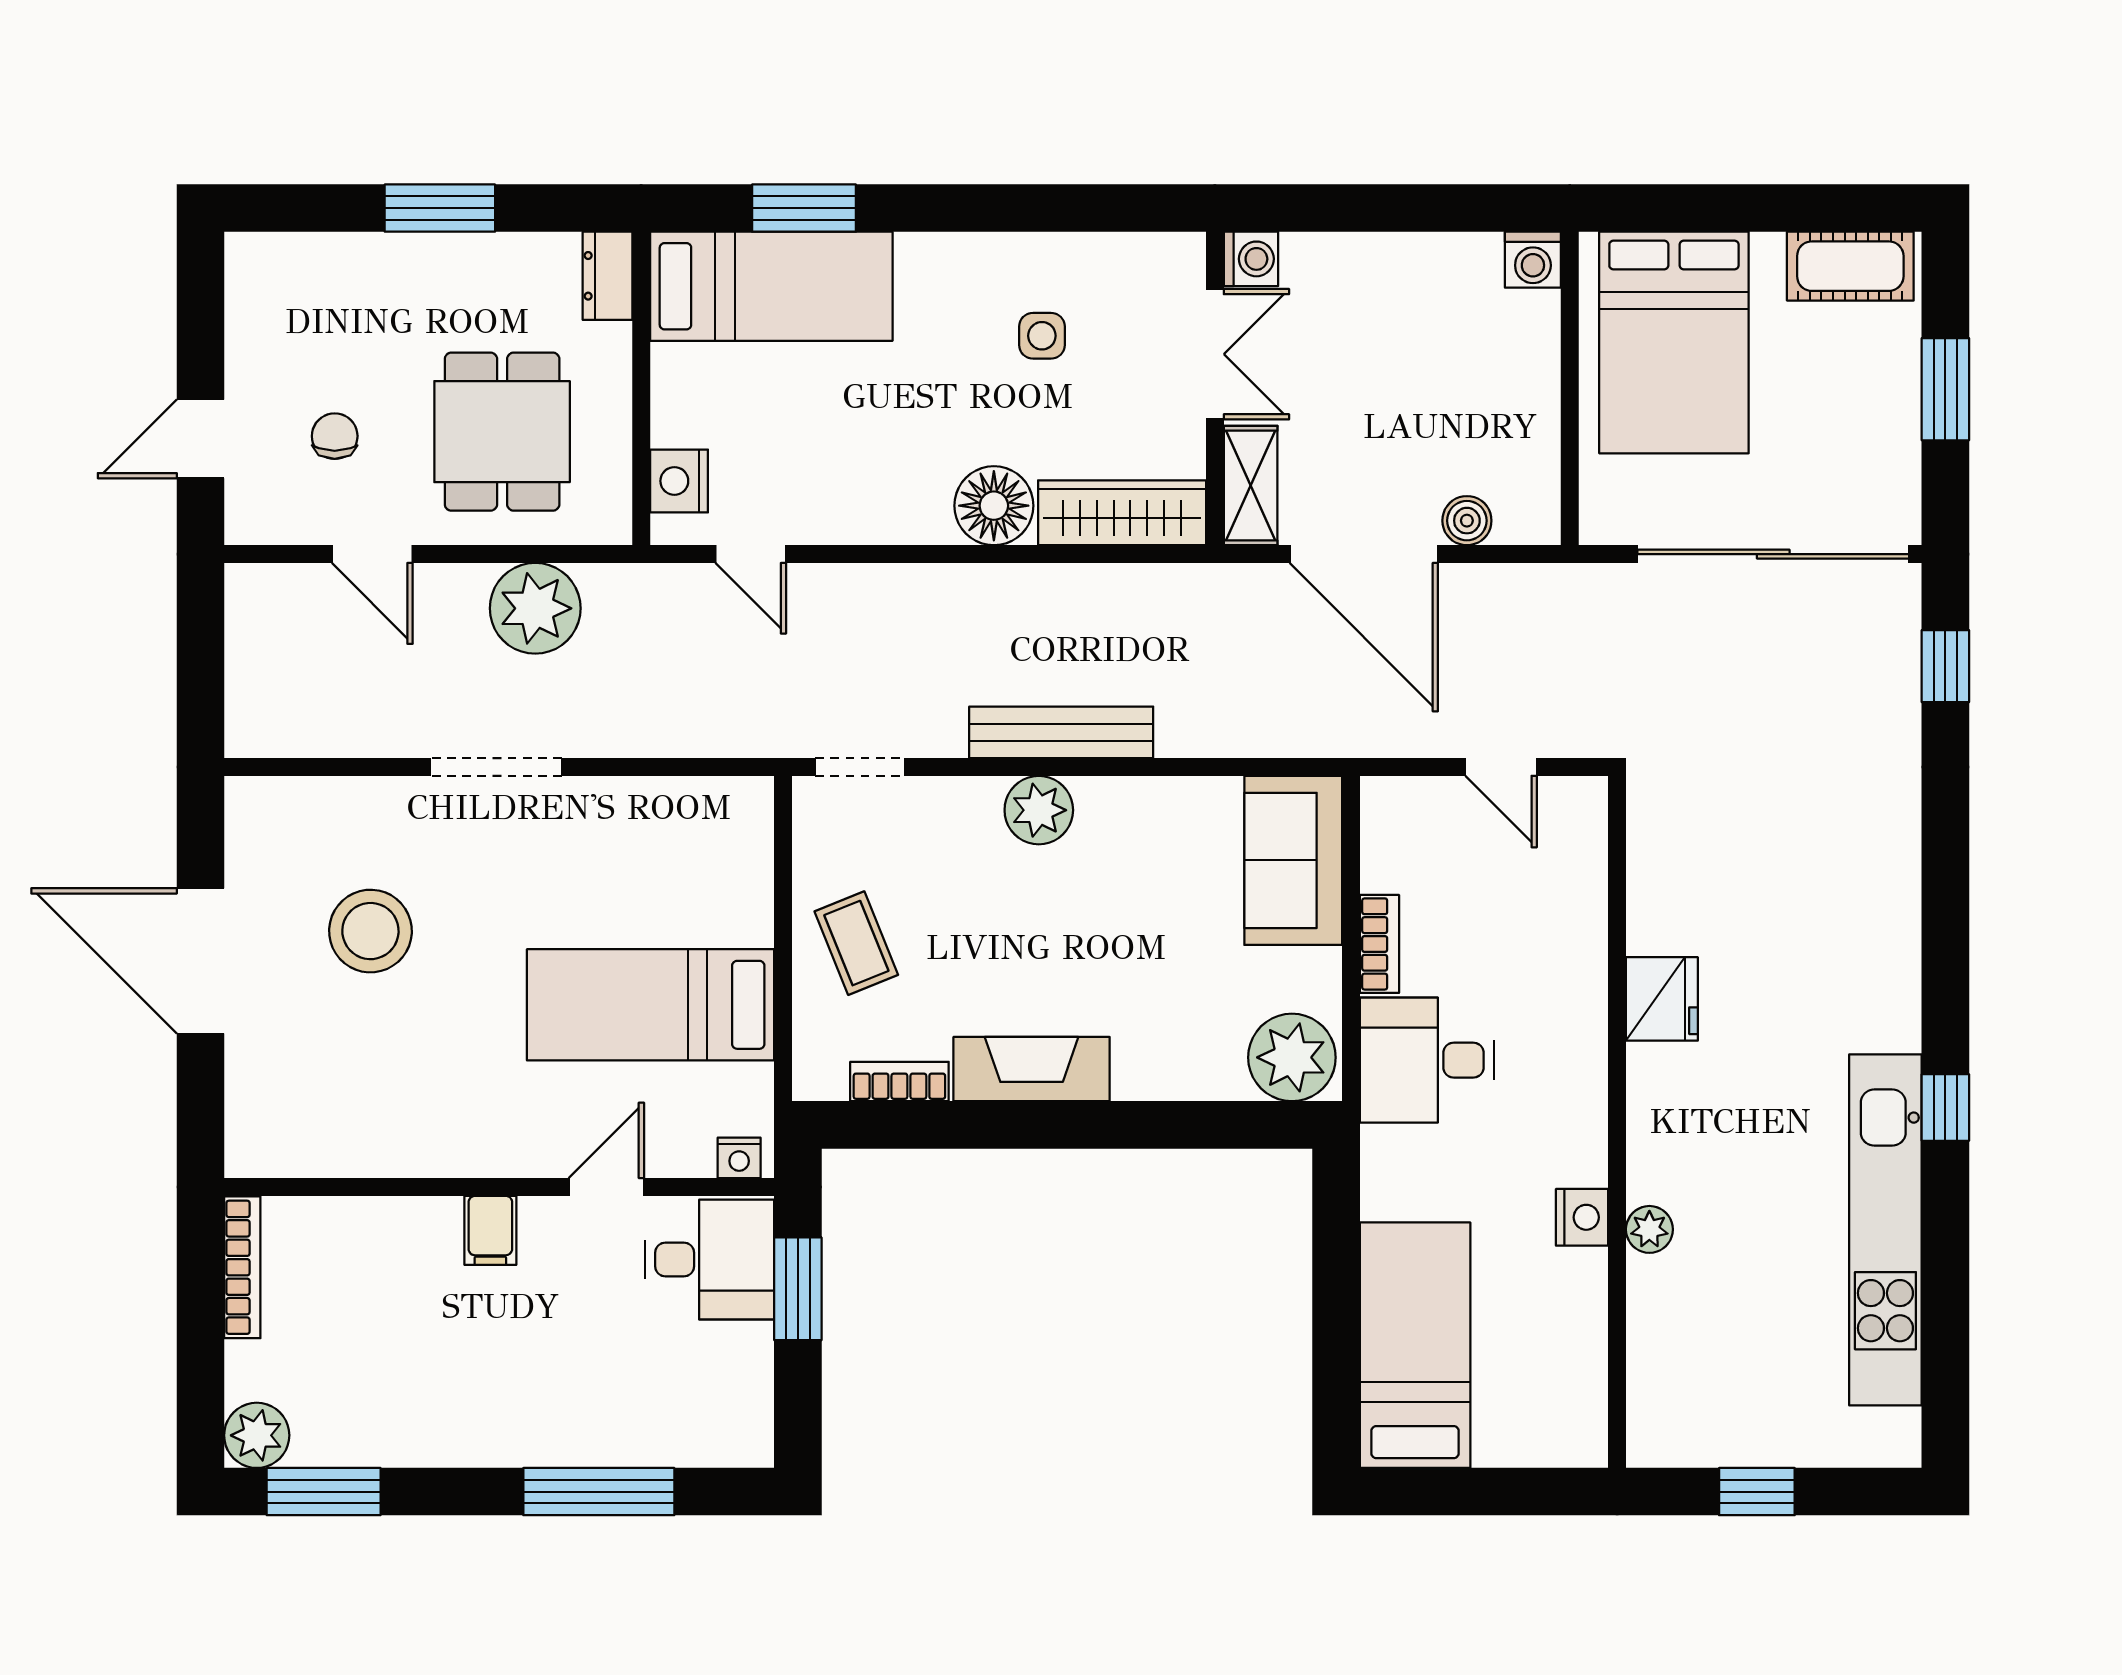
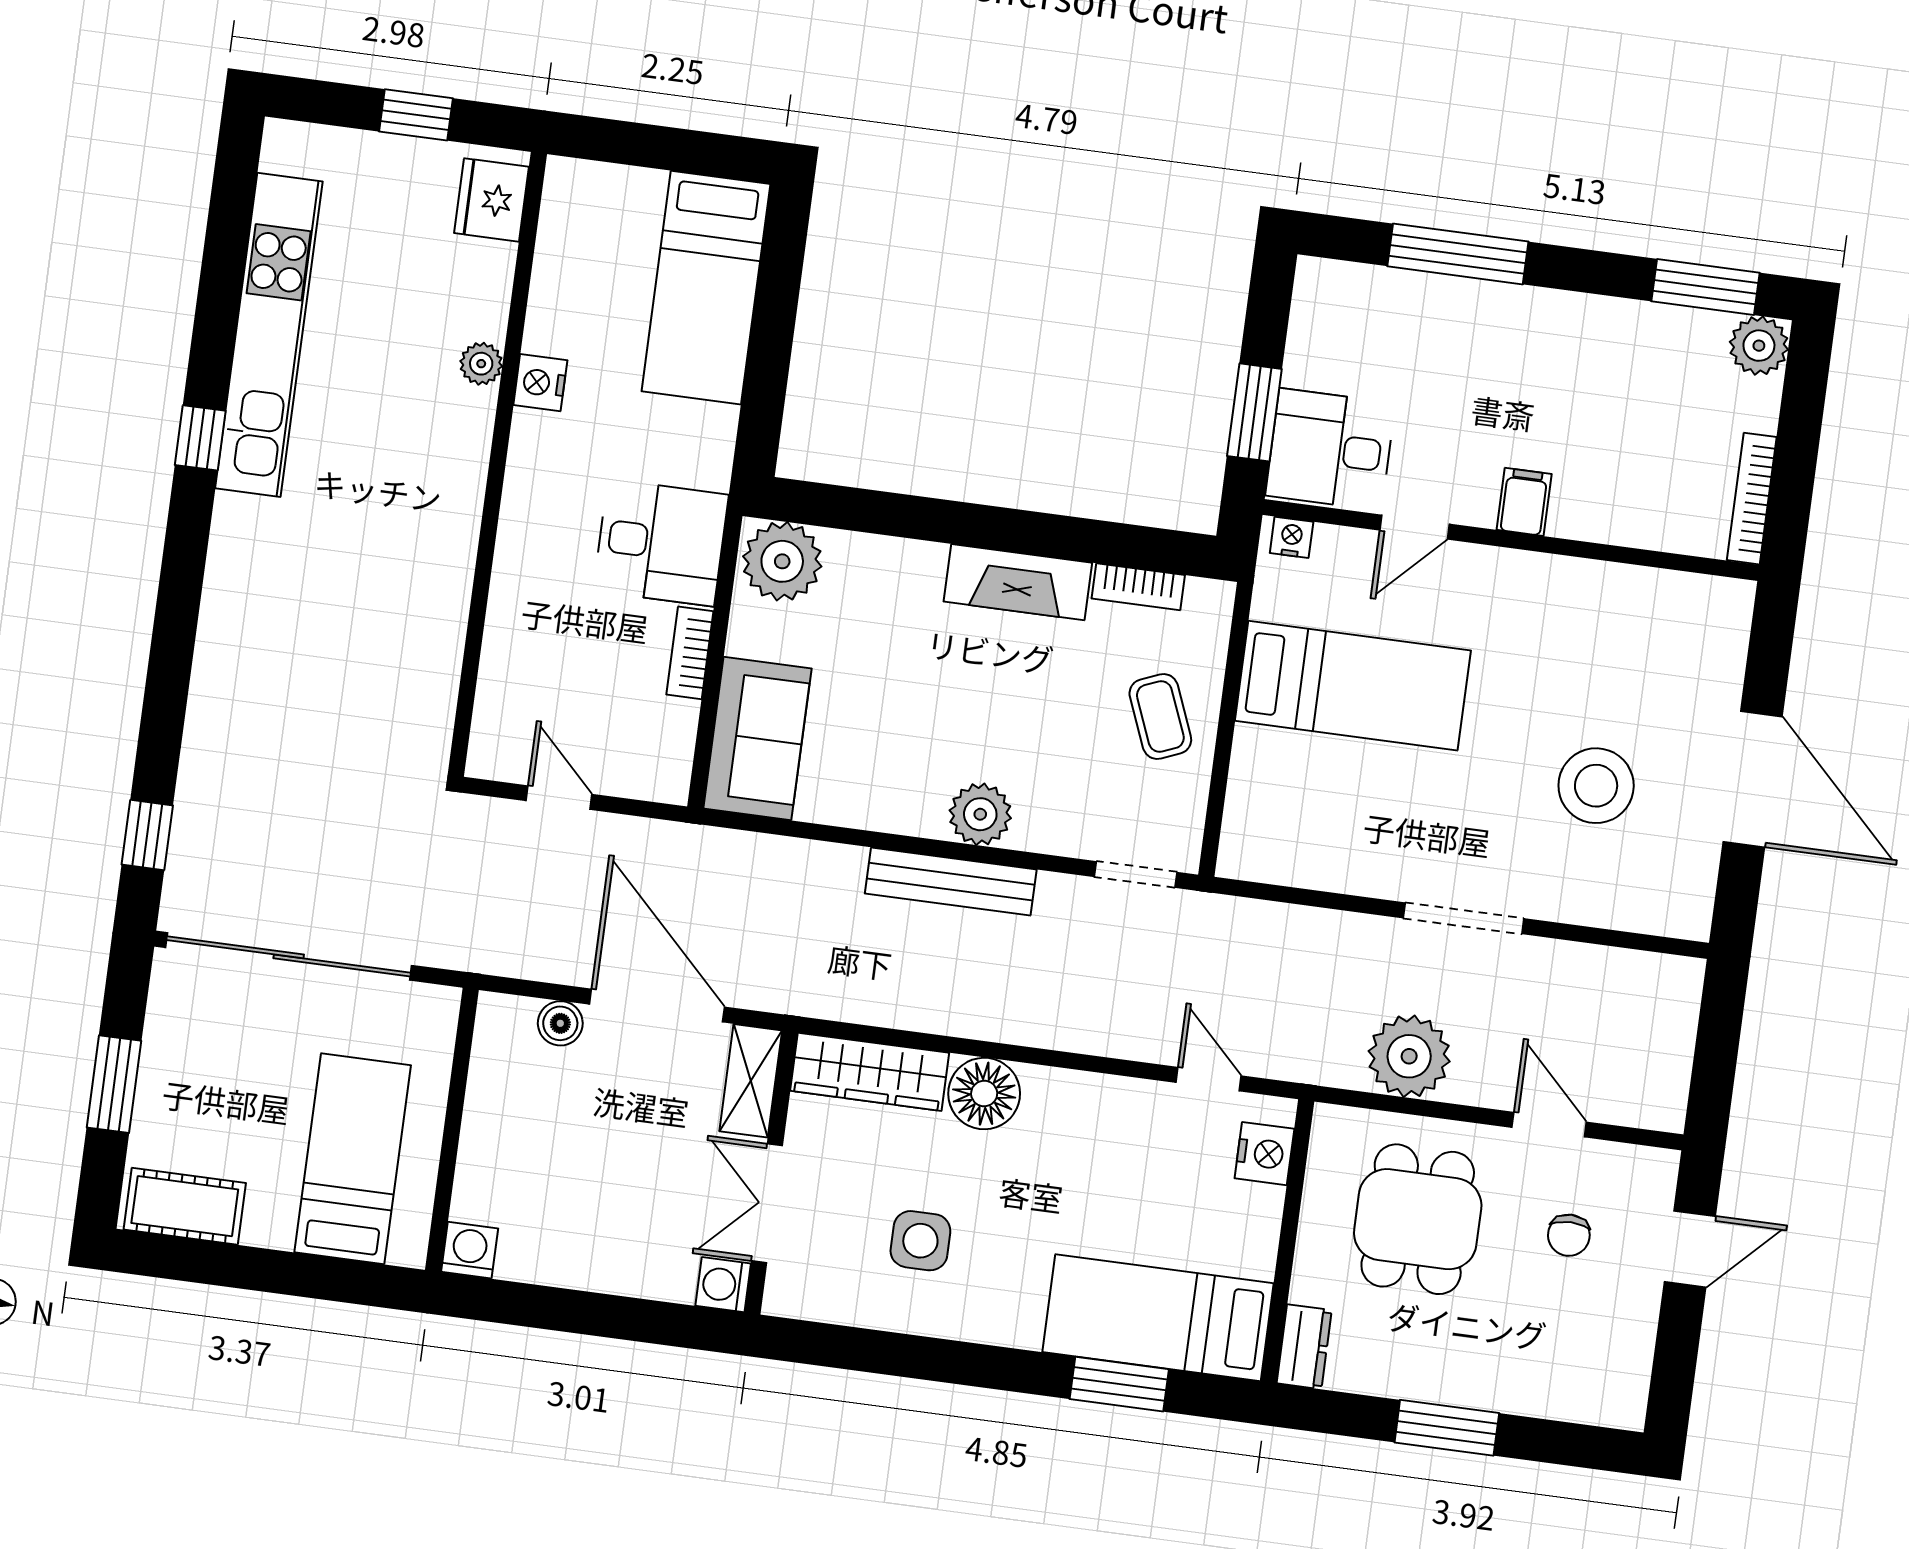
side table: (1042, 336) -> (920, 1241), width x1.37, depth x1.37
bed: (1674, 342) -> (353, 1159), width x0.67
fridge: (1662, 999) -> (492, 200), moved

